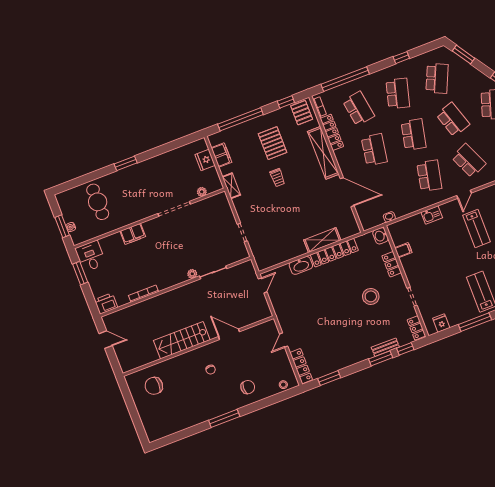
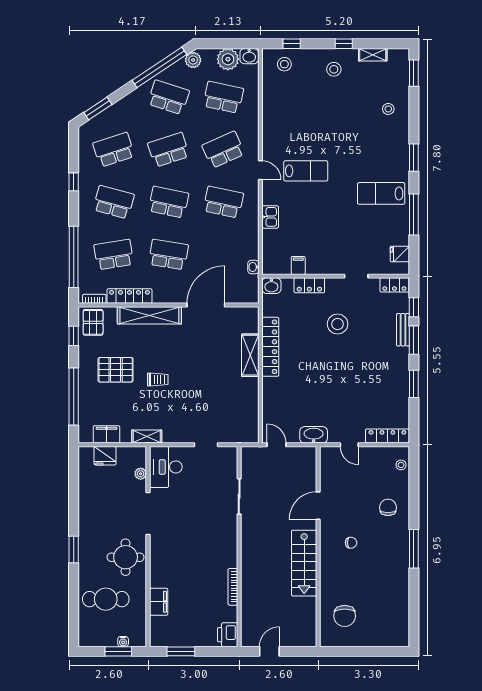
school desk: (437, 78) -> (114, 150), turned -42
pallet: (302, 113) -> (93, 322), turned 90
round table: (135, 205) -> (126, 557), added
filing cabinet: (133, 234) -> (159, 602), moved
desk: (91, 256) -> (166, 467), moved, width x1.37
washbasin: (301, 265) -> (314, 435), moved, turned -90
plant: (192, 274) -> (232, 521), removed
window: (329, 378) -> (414, 384), moved

